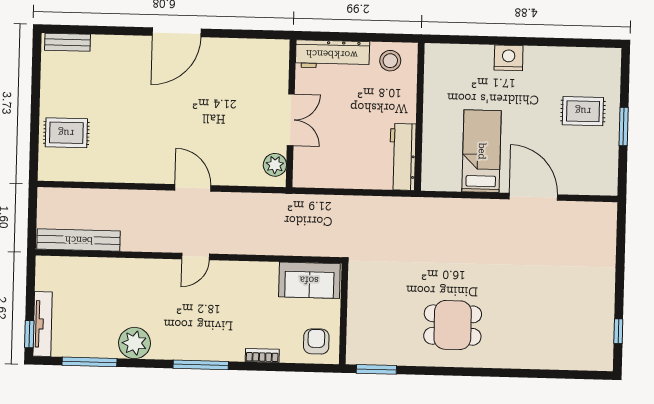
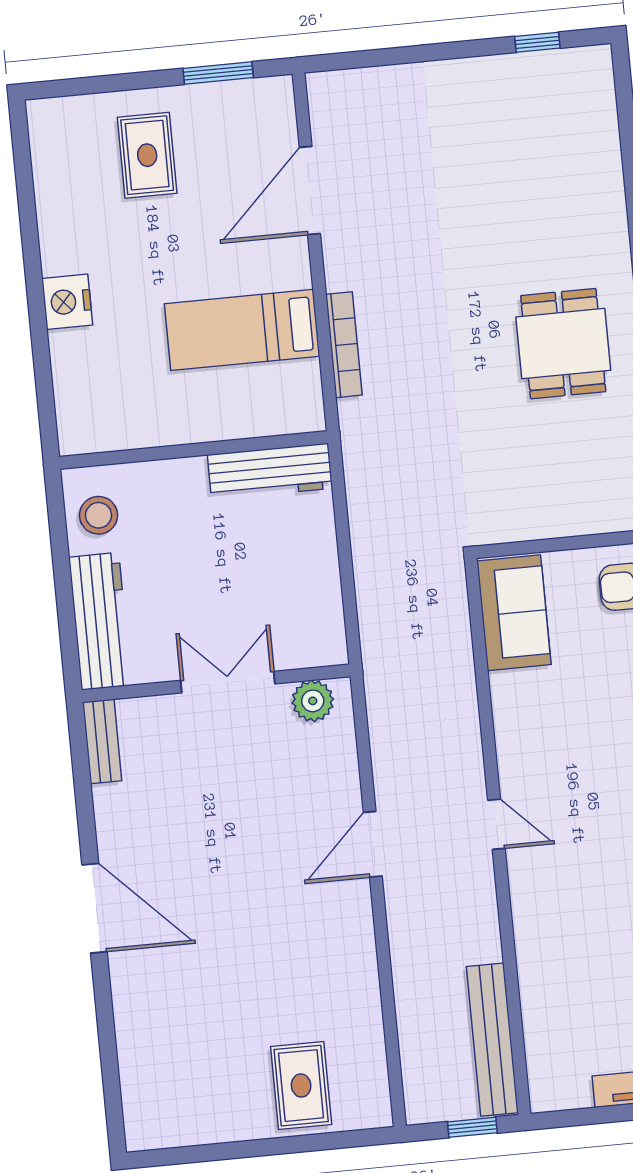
bench: (67, 42) -> (102, 741), moved
window: (624, 126) -> (218, 73), moved
door: (533, 197) -> (310, 190), moved
bookcase: (467, 206) -> (344, 345), added
window: (32, 223) -> (472, 1127), added

